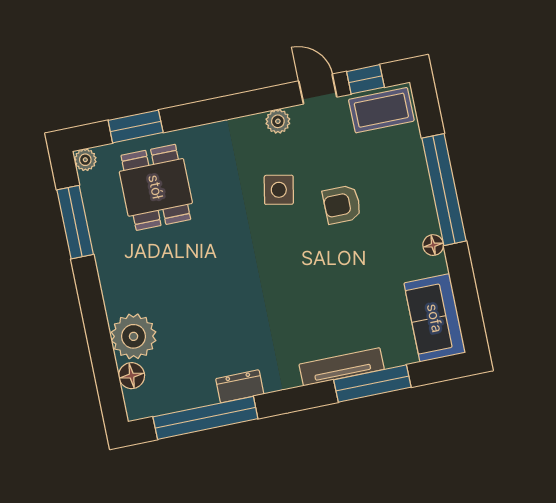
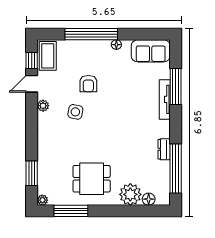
dining table: (156, 187) -> (92, 179), moved

